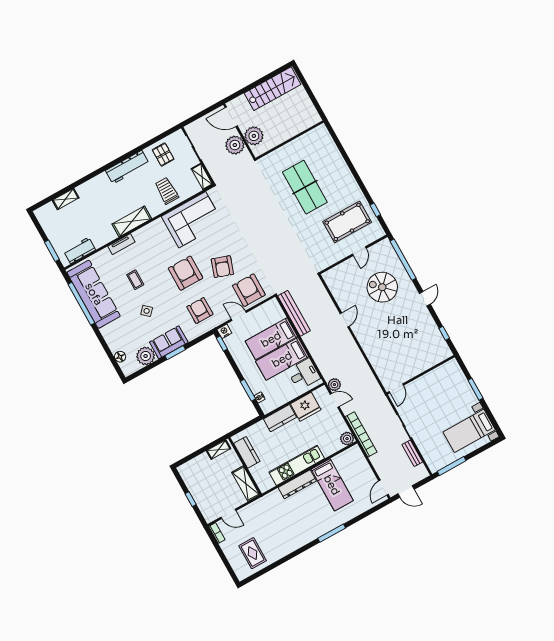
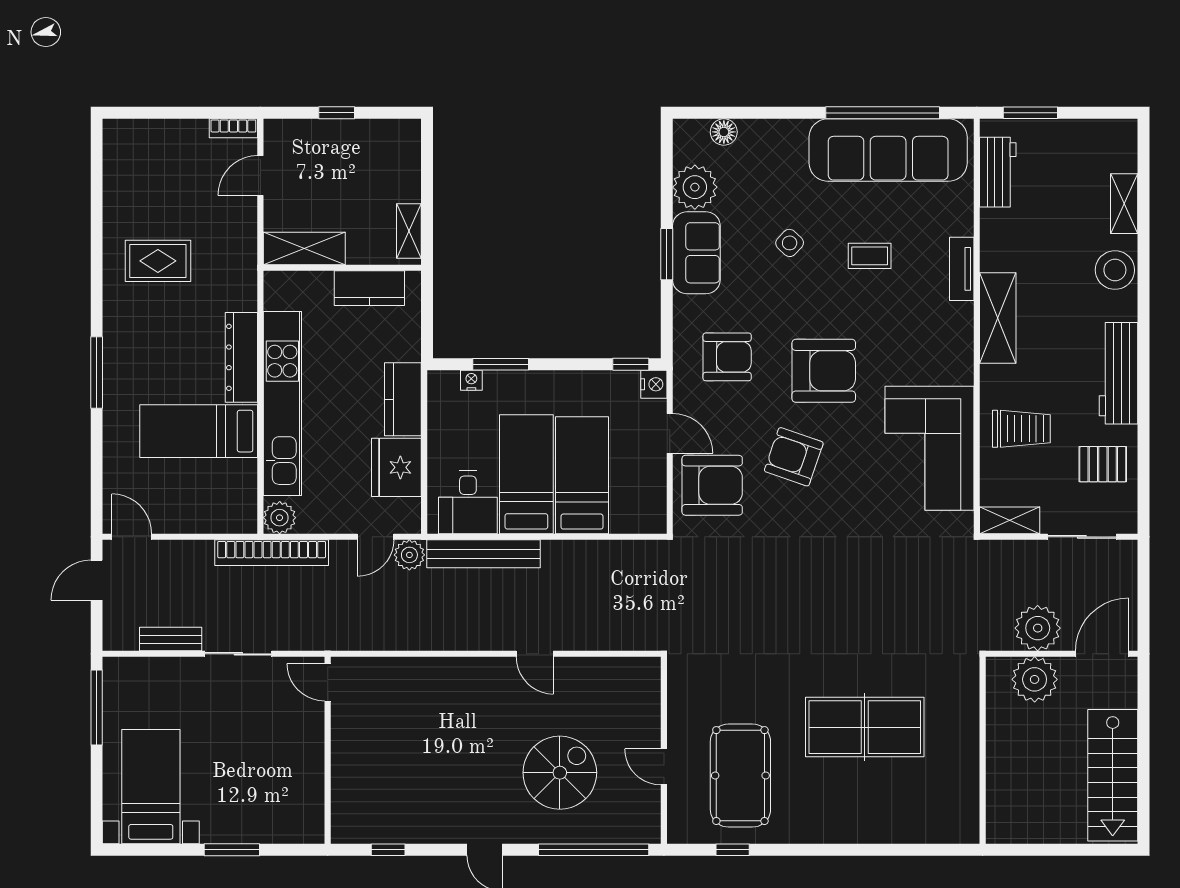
stool: (91, 189) -> (1115, 270), added
bench: (294, 313) -> (484, 554), moved
door: (239, 316) -> (670, 433), hinge flipped
kitchen unit: (297, 465) -> (282, 403), width x1.36
rug: (253, 553) -> (158, 261), moved

